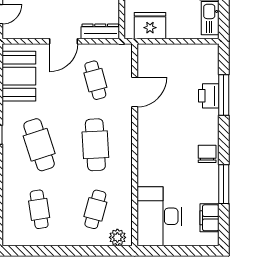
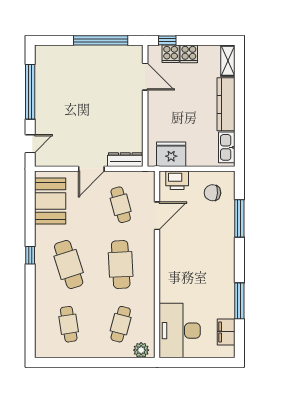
printer: (209, 96) -> (177, 180), moved, turned -90
chair: (207, 154) -> (212, 193), moved, turned -86

